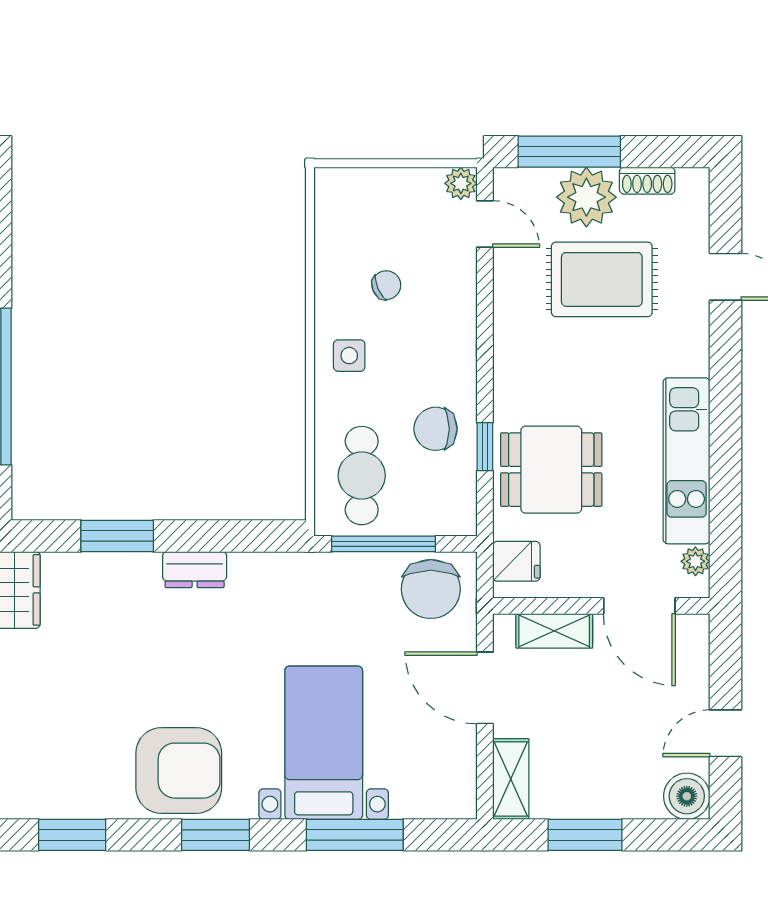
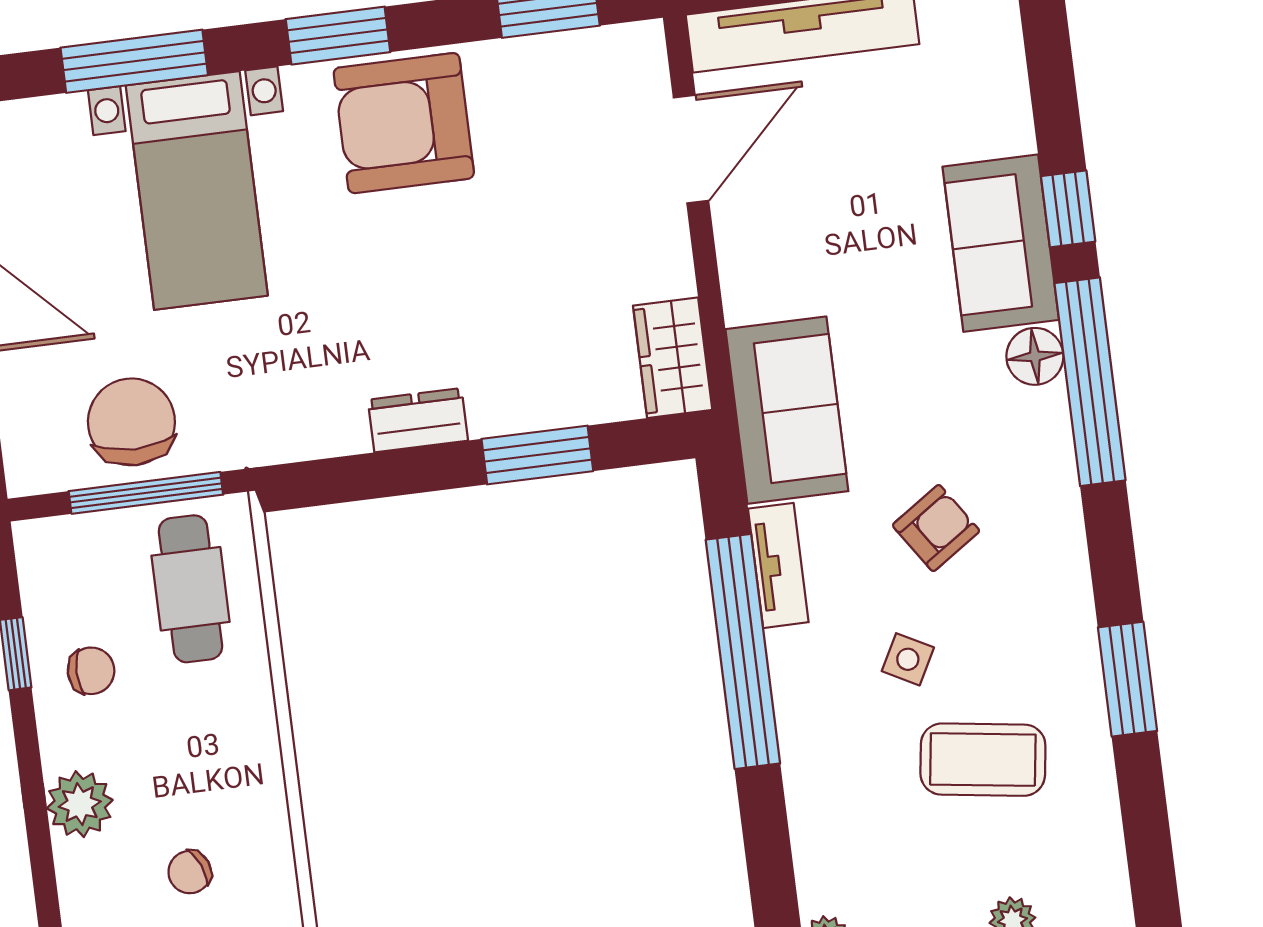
plant: (454, 340) -> (80, 804), added
side table: (349, 356) -> (231, 762), removed
chair: (436, 429) -> (91, 671), width x0.73, depth x0.73
chair: (431, 589) -> (131, 422), moved

